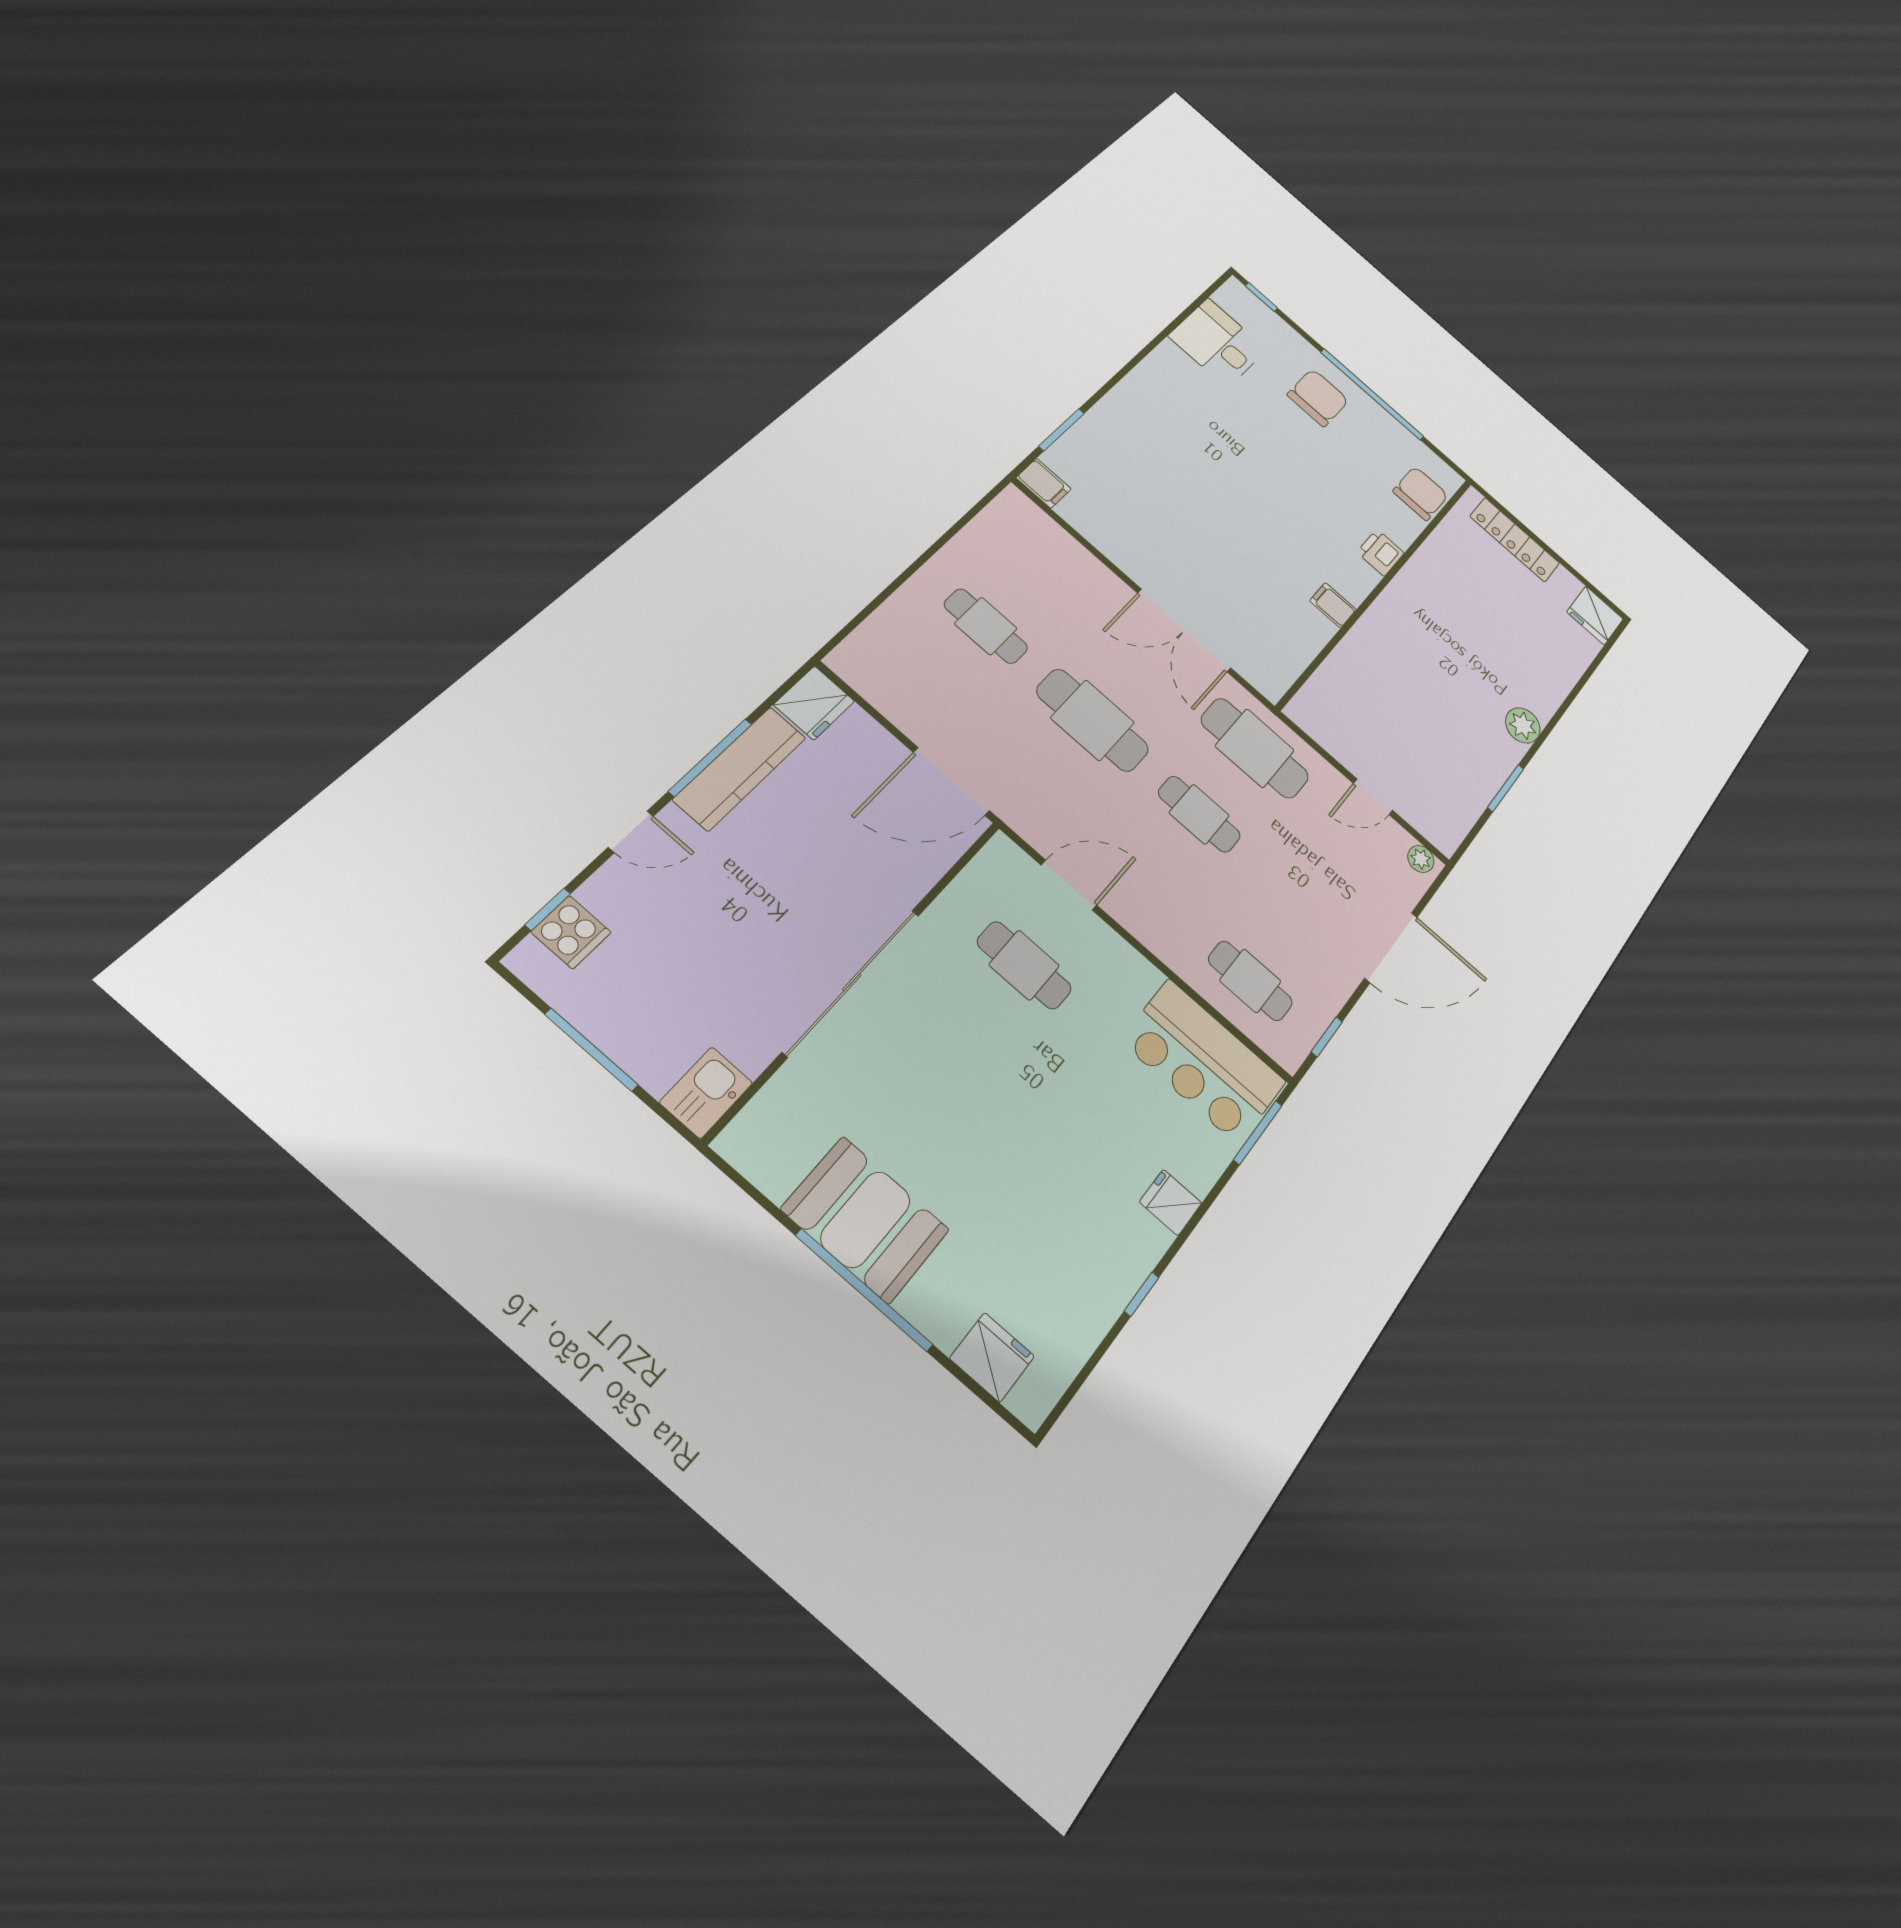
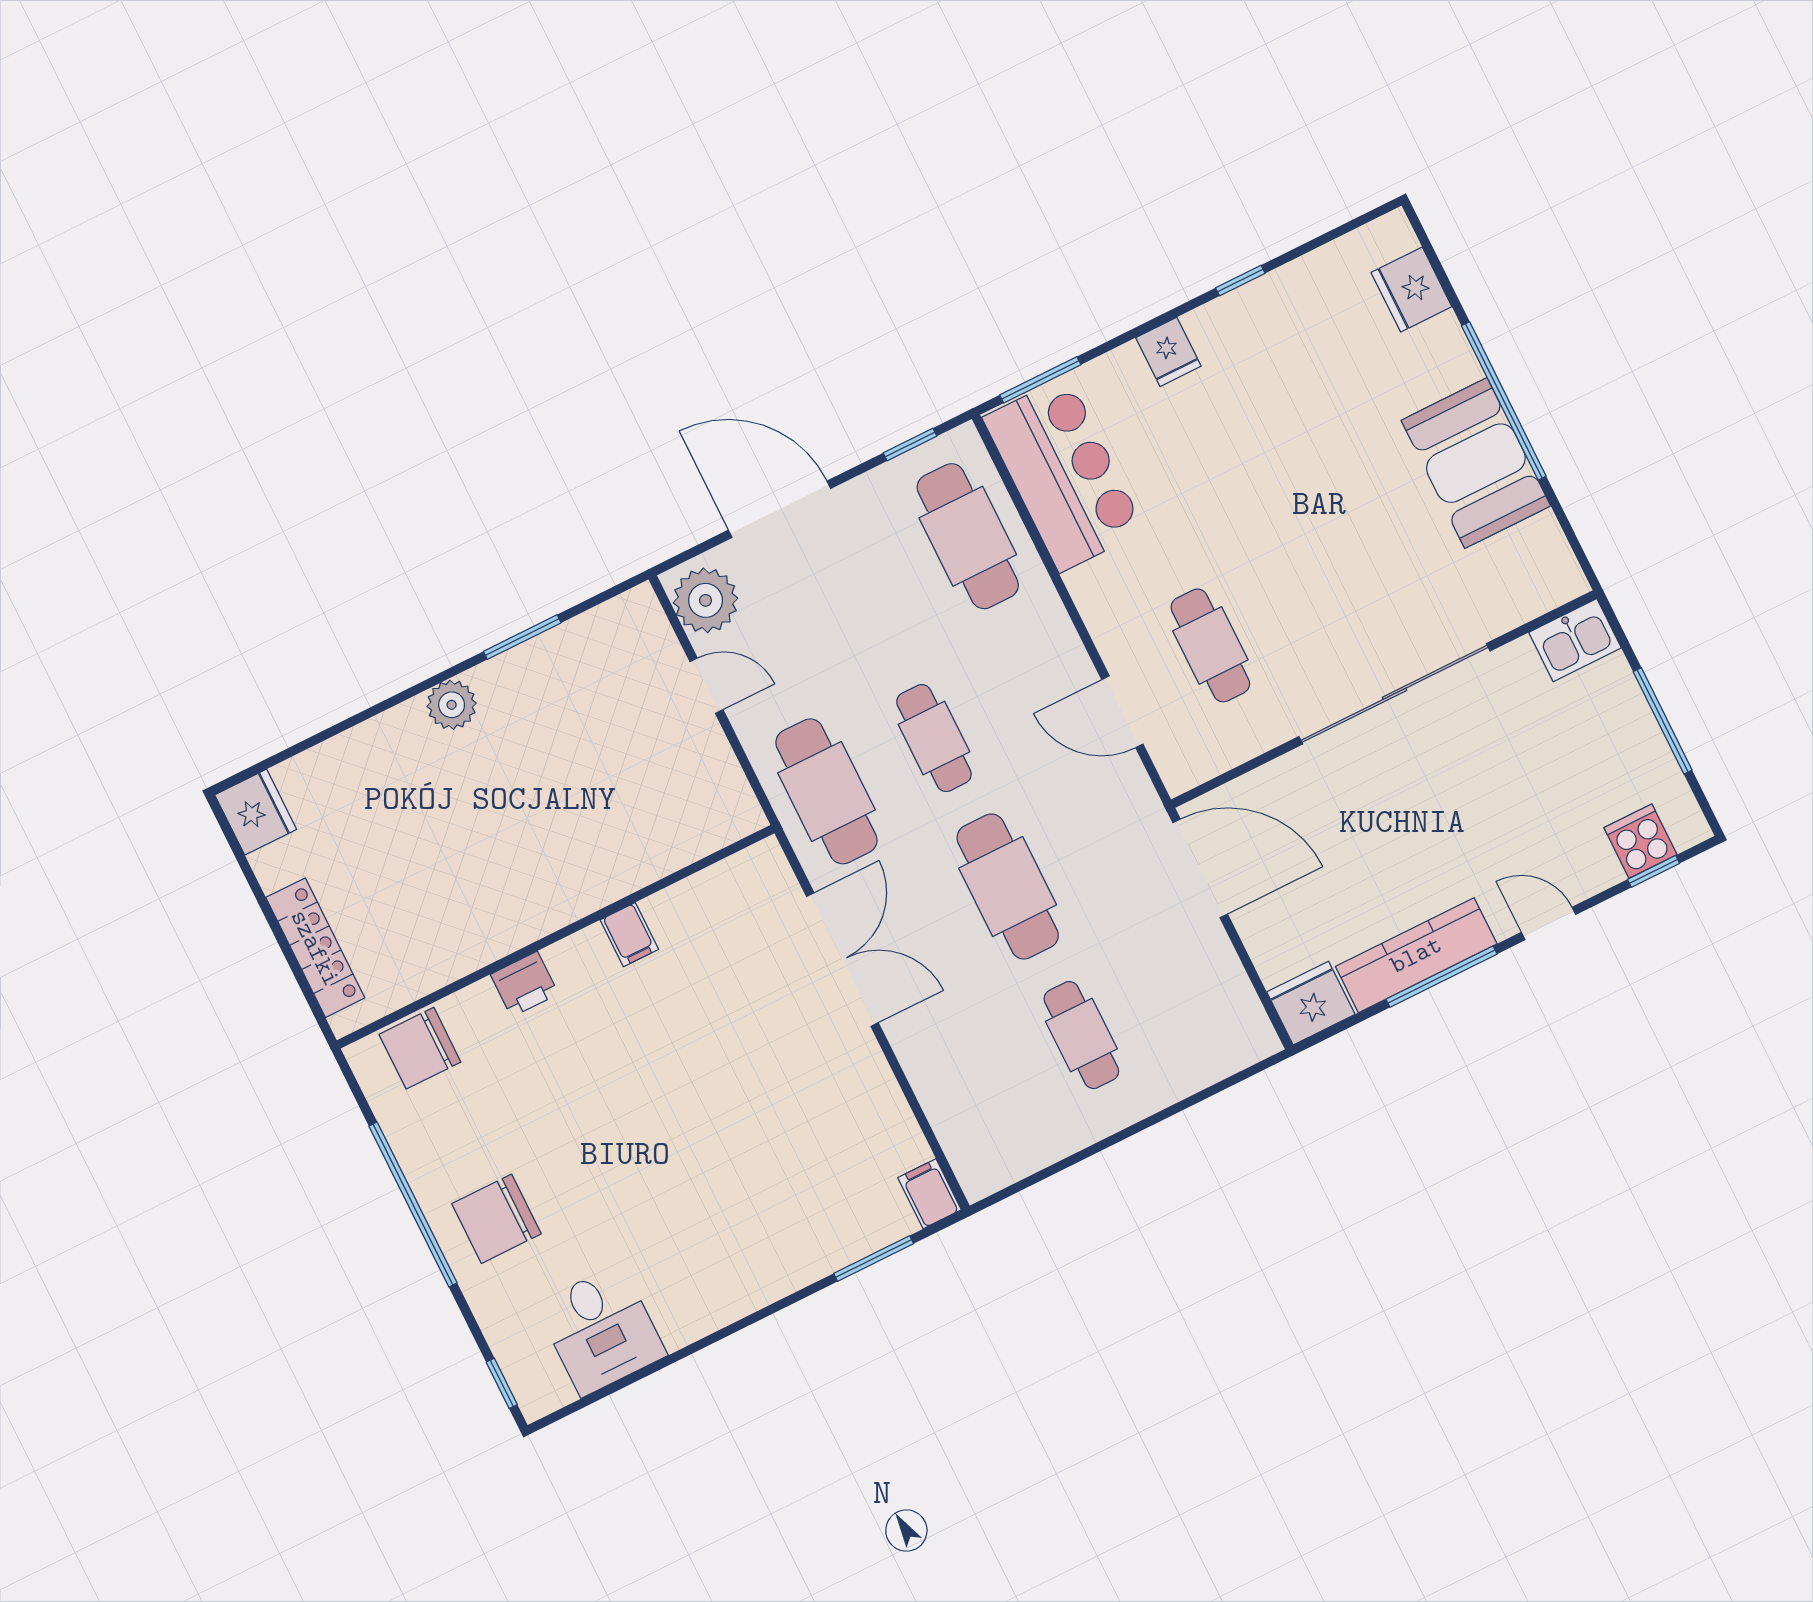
plant: (1421, 859) -> (706, 600), width x1.88, depth x1.88
cafe table: (1250, 981) -> (968, 536), width x1.37, depth x1.35

